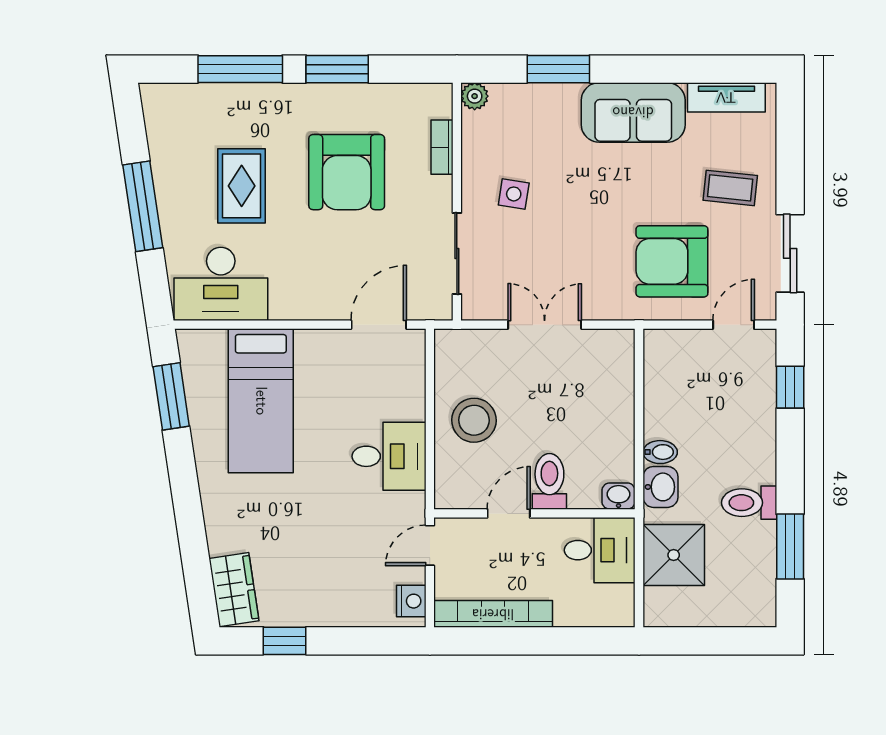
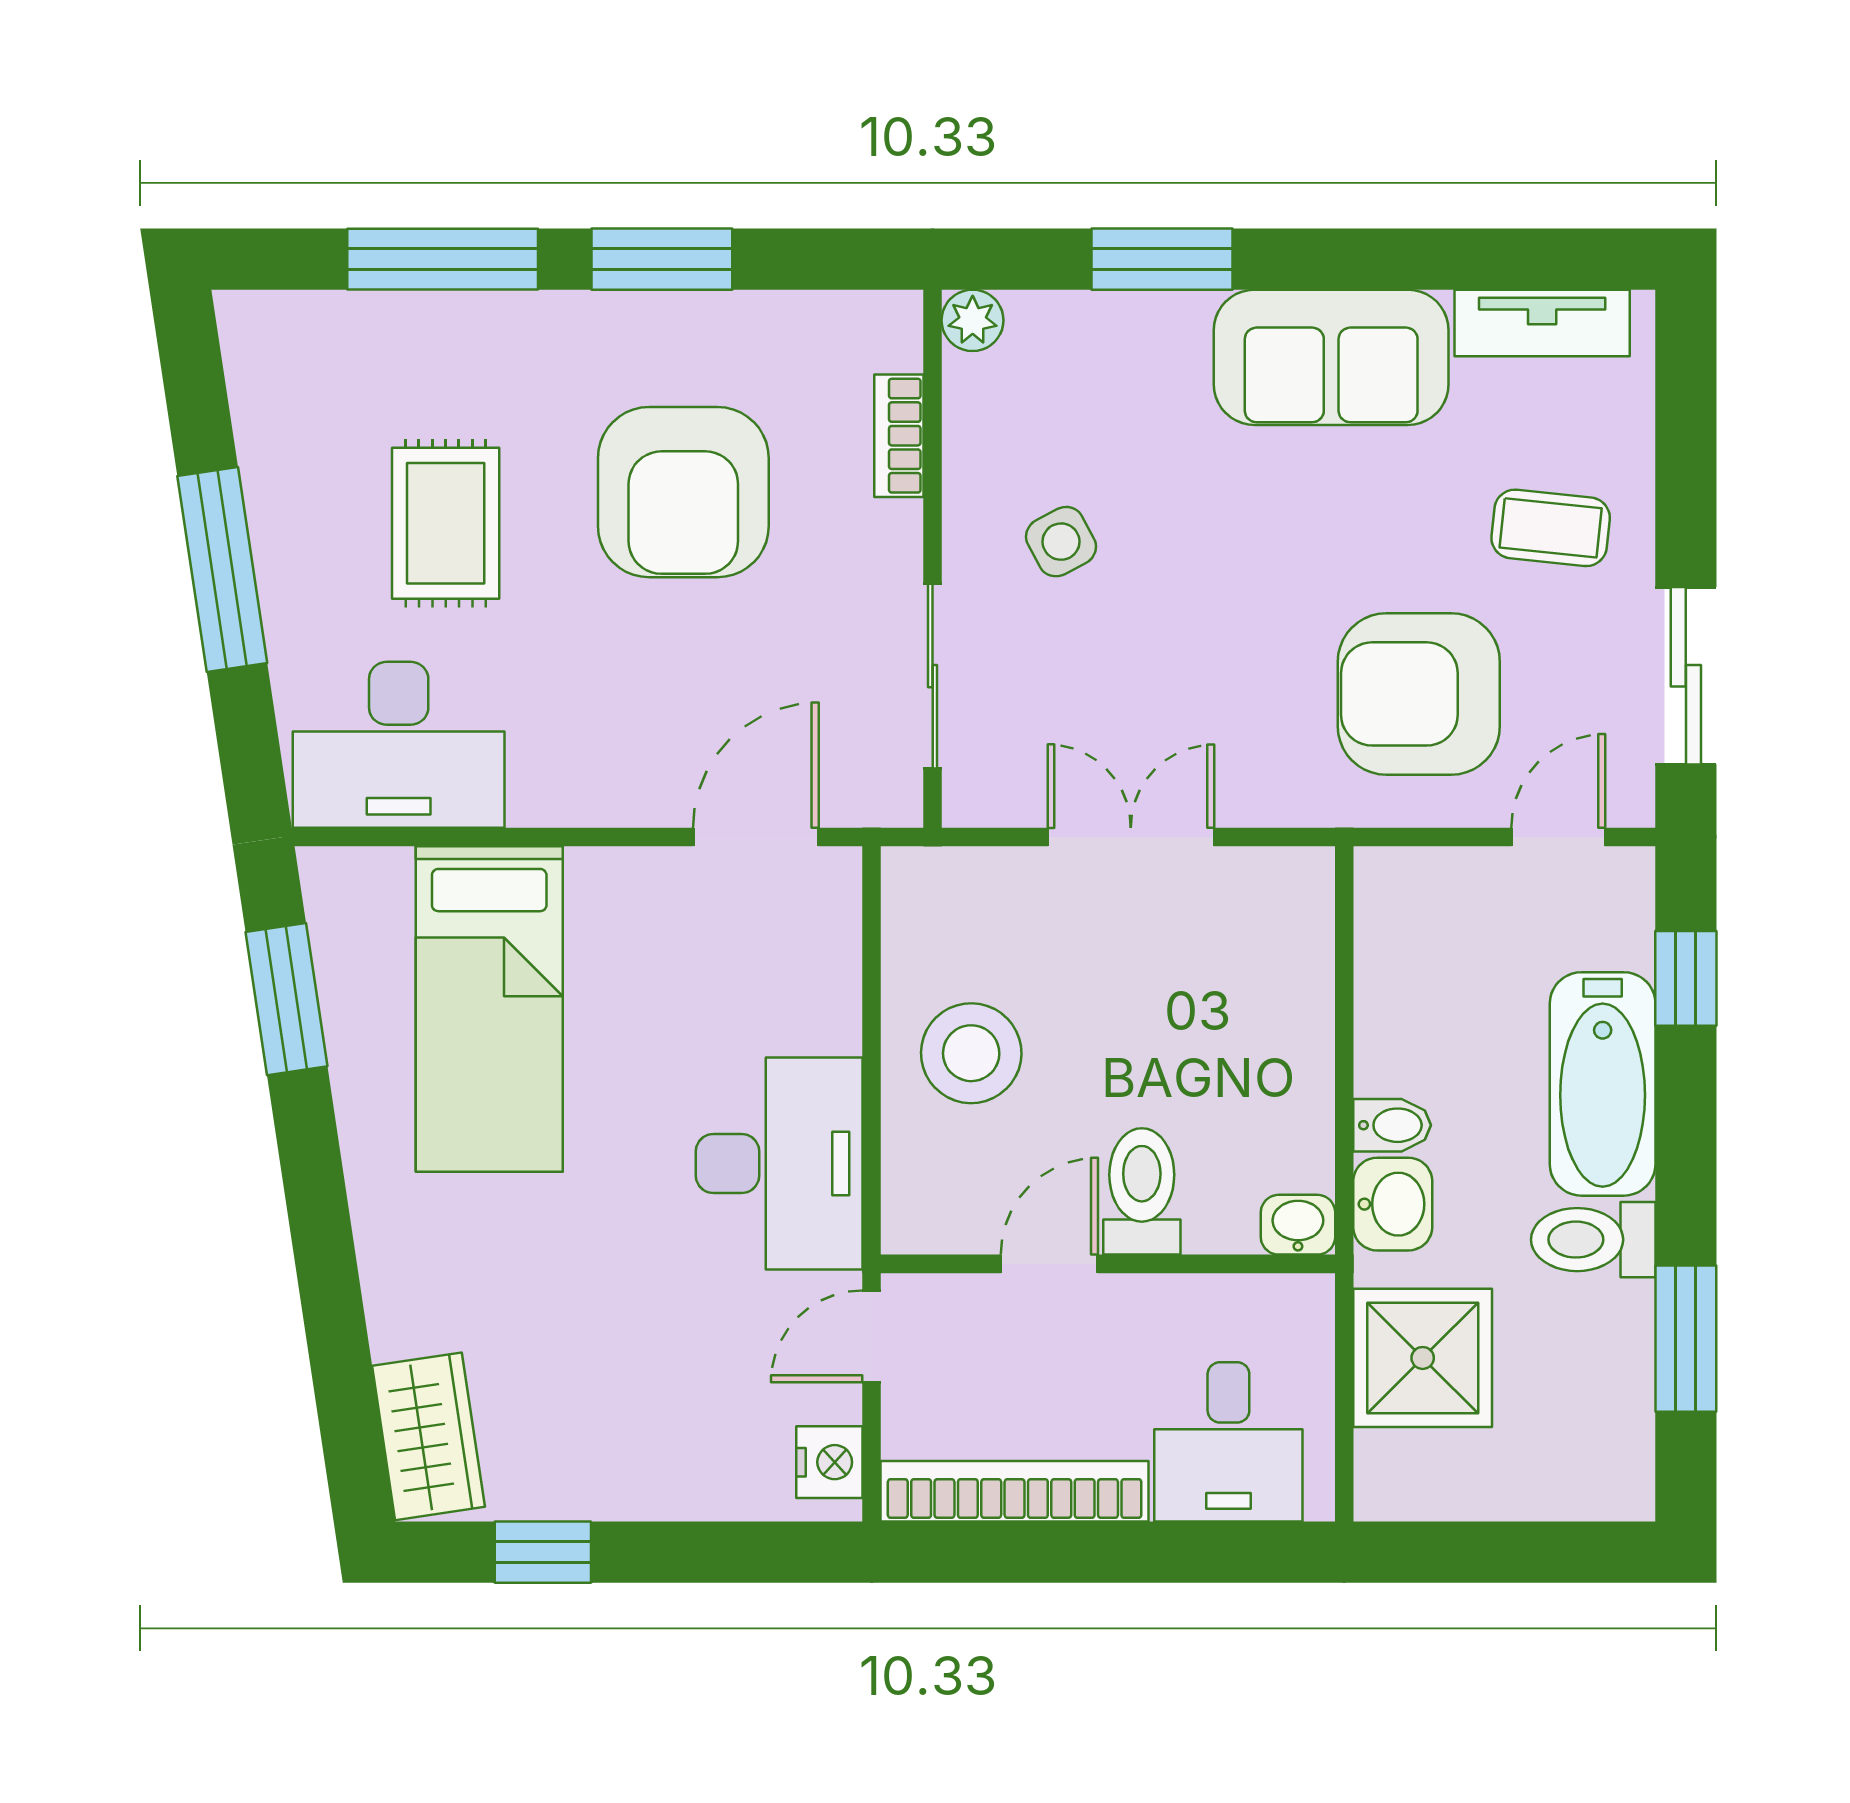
side table: (514, 194) -> (1061, 542), turned -37
bathtub: (753, 434) -> (1603, 1084), added
desk: (389, 456) -> (779, 1164), width x1.37
desk: (600, 550) -> (1228, 1442), moved, turned 90

